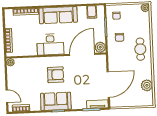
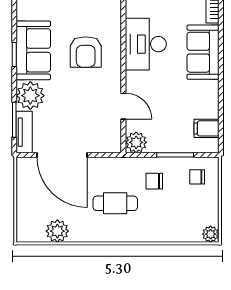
sofa: (58, 15) -> (203, 52), width x0.73
cafe table: (140, 49) -> (115, 203), moved
door: (82, 54) -> (123, 106), width x0.53
plant: (79, 102) -> (30, 96), added

